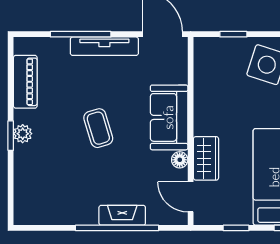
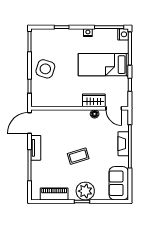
tv unit: (104, 46) -> (36, 148), width x0.71
sofa: (169, 117) -> (119, 183), moved, turned 90
plant: (23, 134) -> (85, 191), width x1.88, depth x1.88
door: (191, 197) -> (114, 108), hinge flipped

